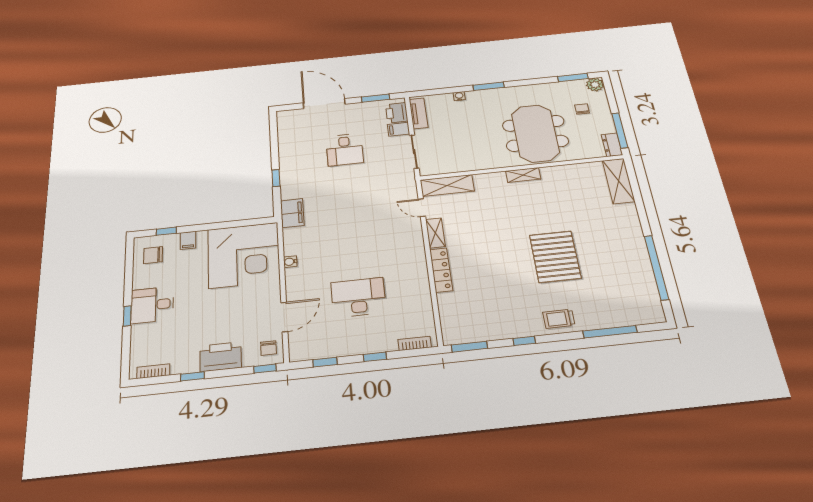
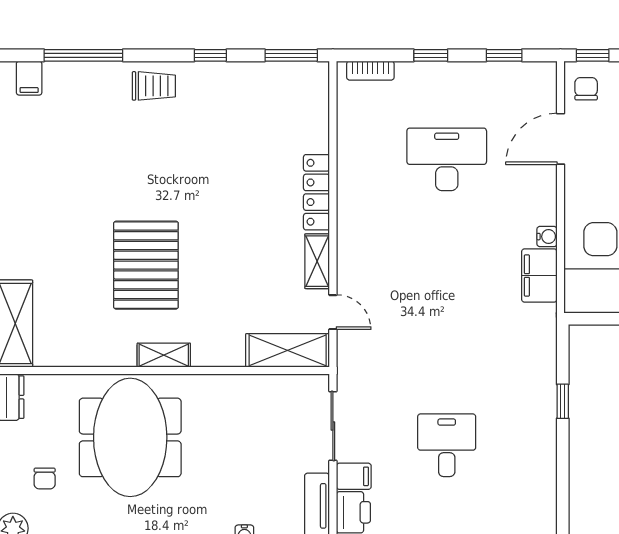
filing cabinet: (292, 213) -> (539, 275), moved
pallet: (555, 257) -> (146, 265), moved
desk: (358, 297) -> (447, 159), turned 180
filing cabinet: (643, 314) -> (29, 78), added

